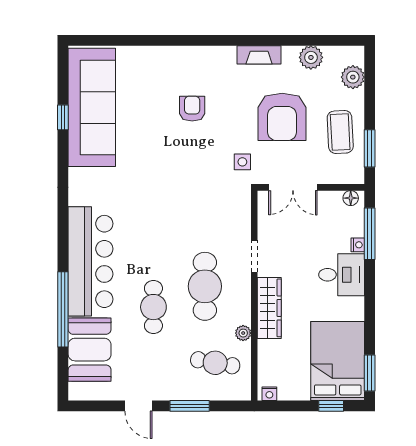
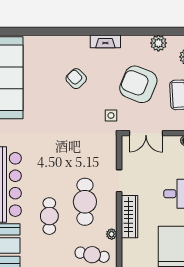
fireplace: (259, 55) -> (105, 41), moved
armchair: (192, 109) -> (76, 79), turned -44
armchair: (282, 117) -> (138, 84), turned 112

